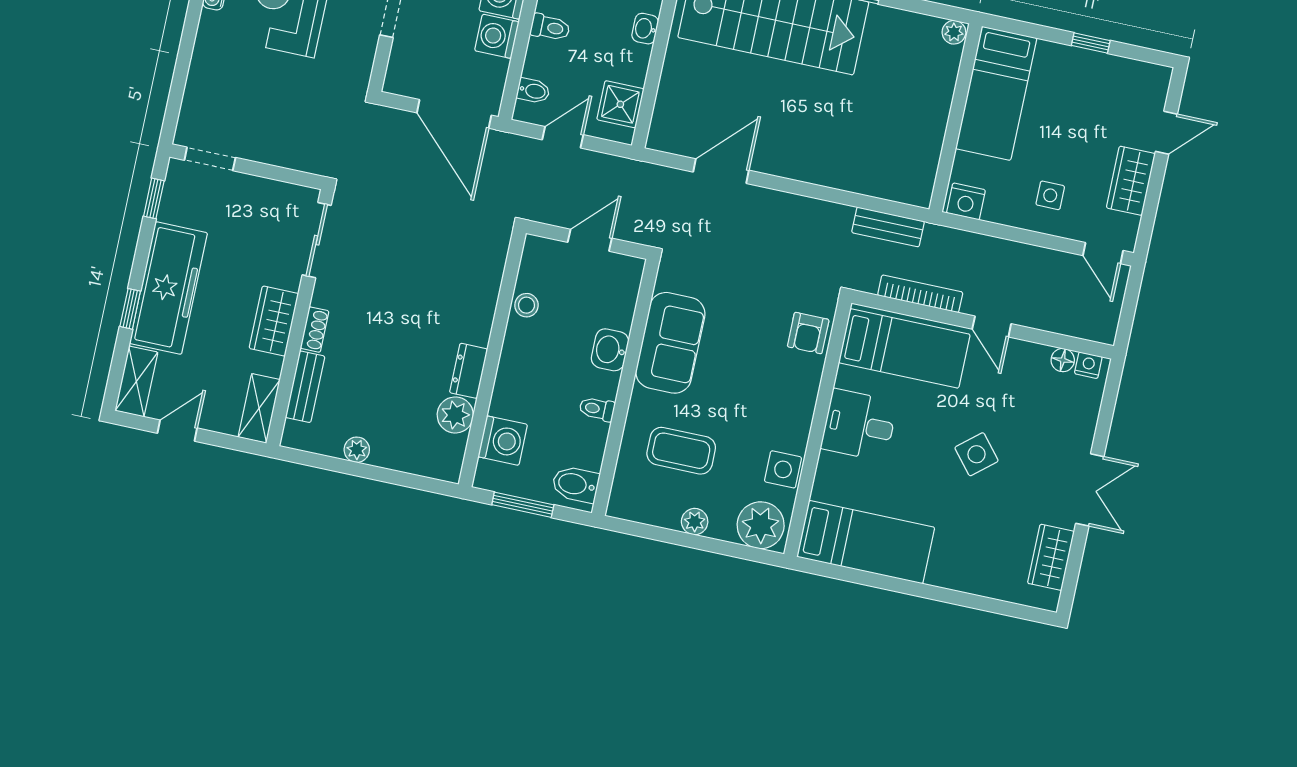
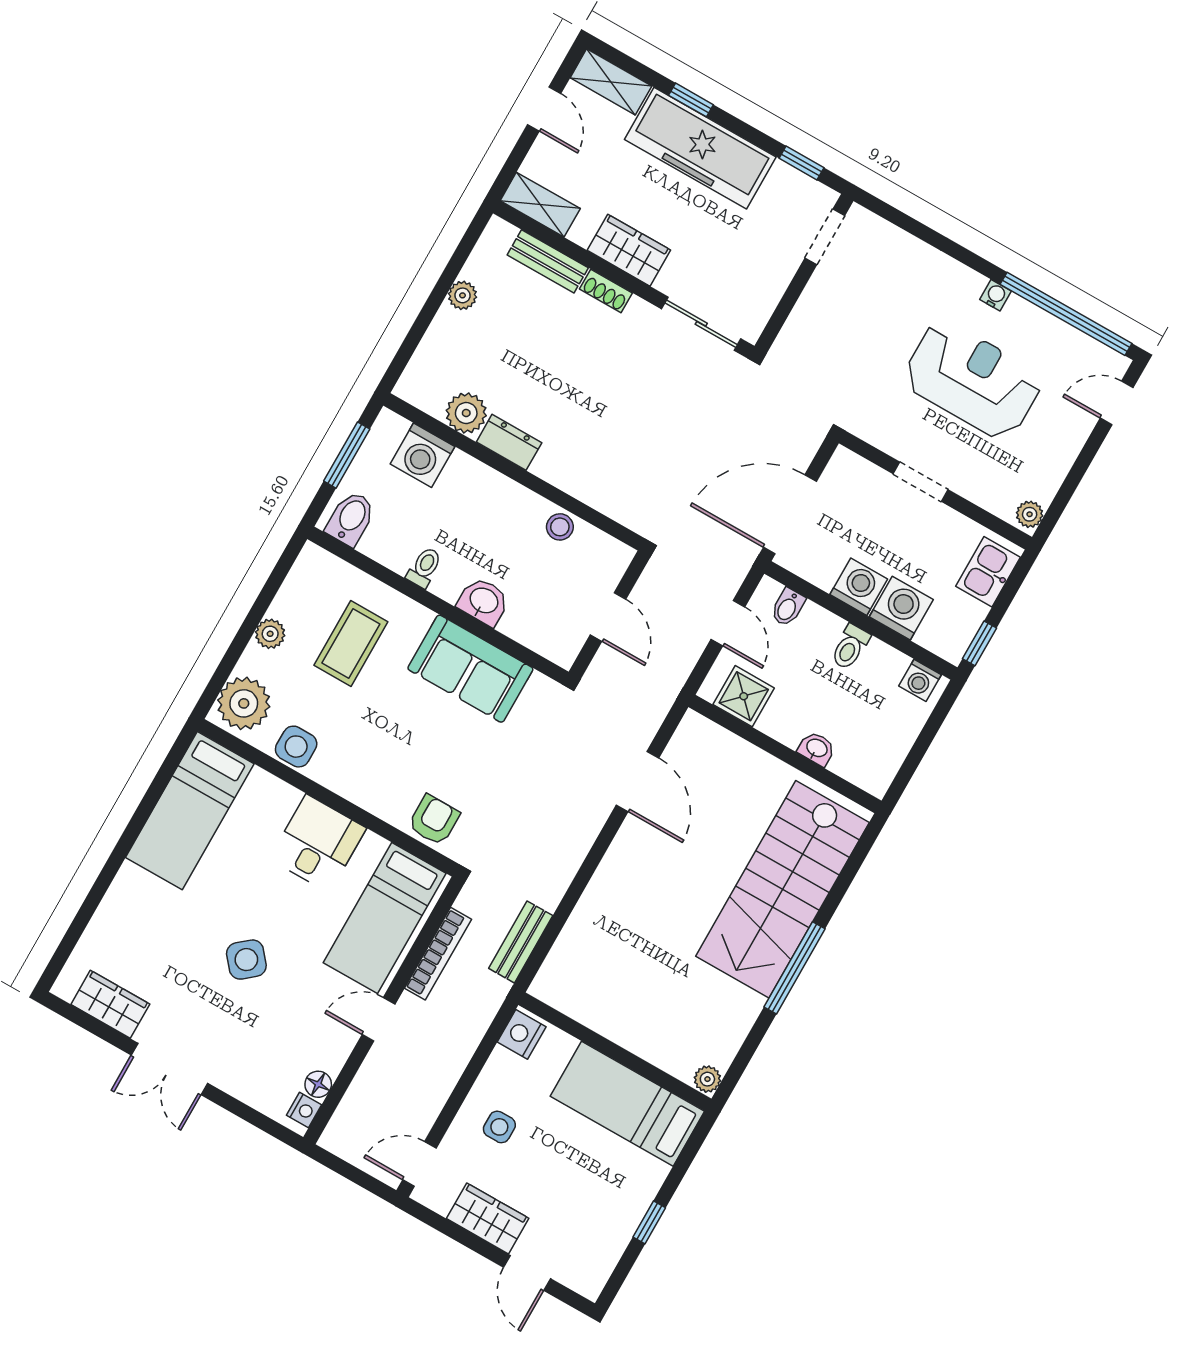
armchair: (808, 333) -> (434, 820), turned 90

